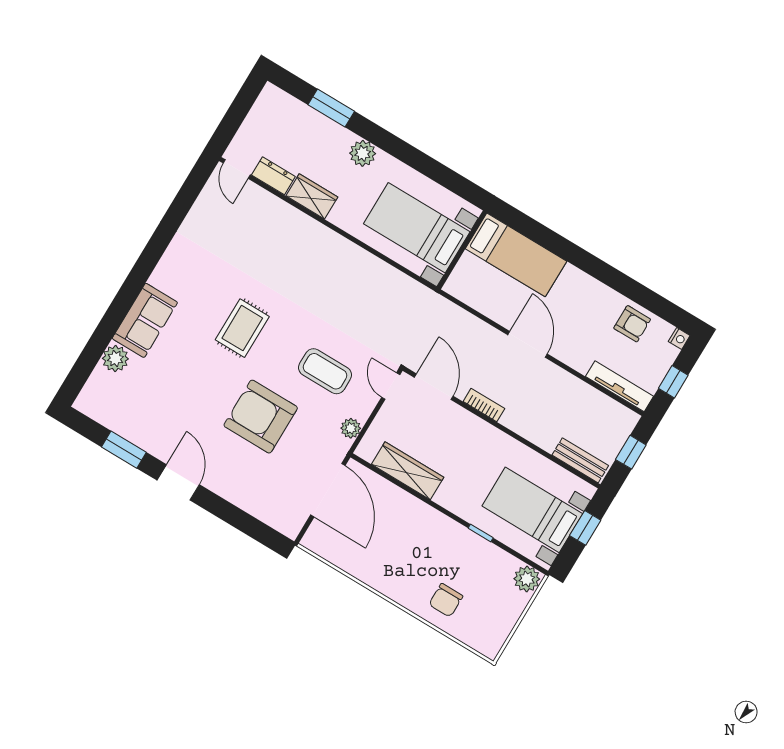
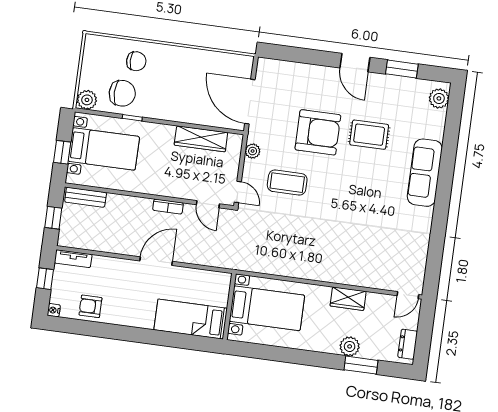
plant: (363, 153) -> (350, 346), moved
door: (237, 169) -> (408, 295), swing flipped
dresser: (273, 176) -> (408, 344), moved, turned 90
sofa: (145, 320) -> (425, 173), width x1.36
rug: (242, 328) -> (369, 135), moved, turned 90
door: (528, 344) -> (156, 261), swing flipped
plant: (115, 359) -> (439, 98), moved
tv unit: (620, 386) -> (73, 259), width x0.71
door: (434, 387) -> (208, 204), width x0.73
chair: (480, 568) -> (122, 93), added
chair: (446, 600) -> (136, 61), turned 90

